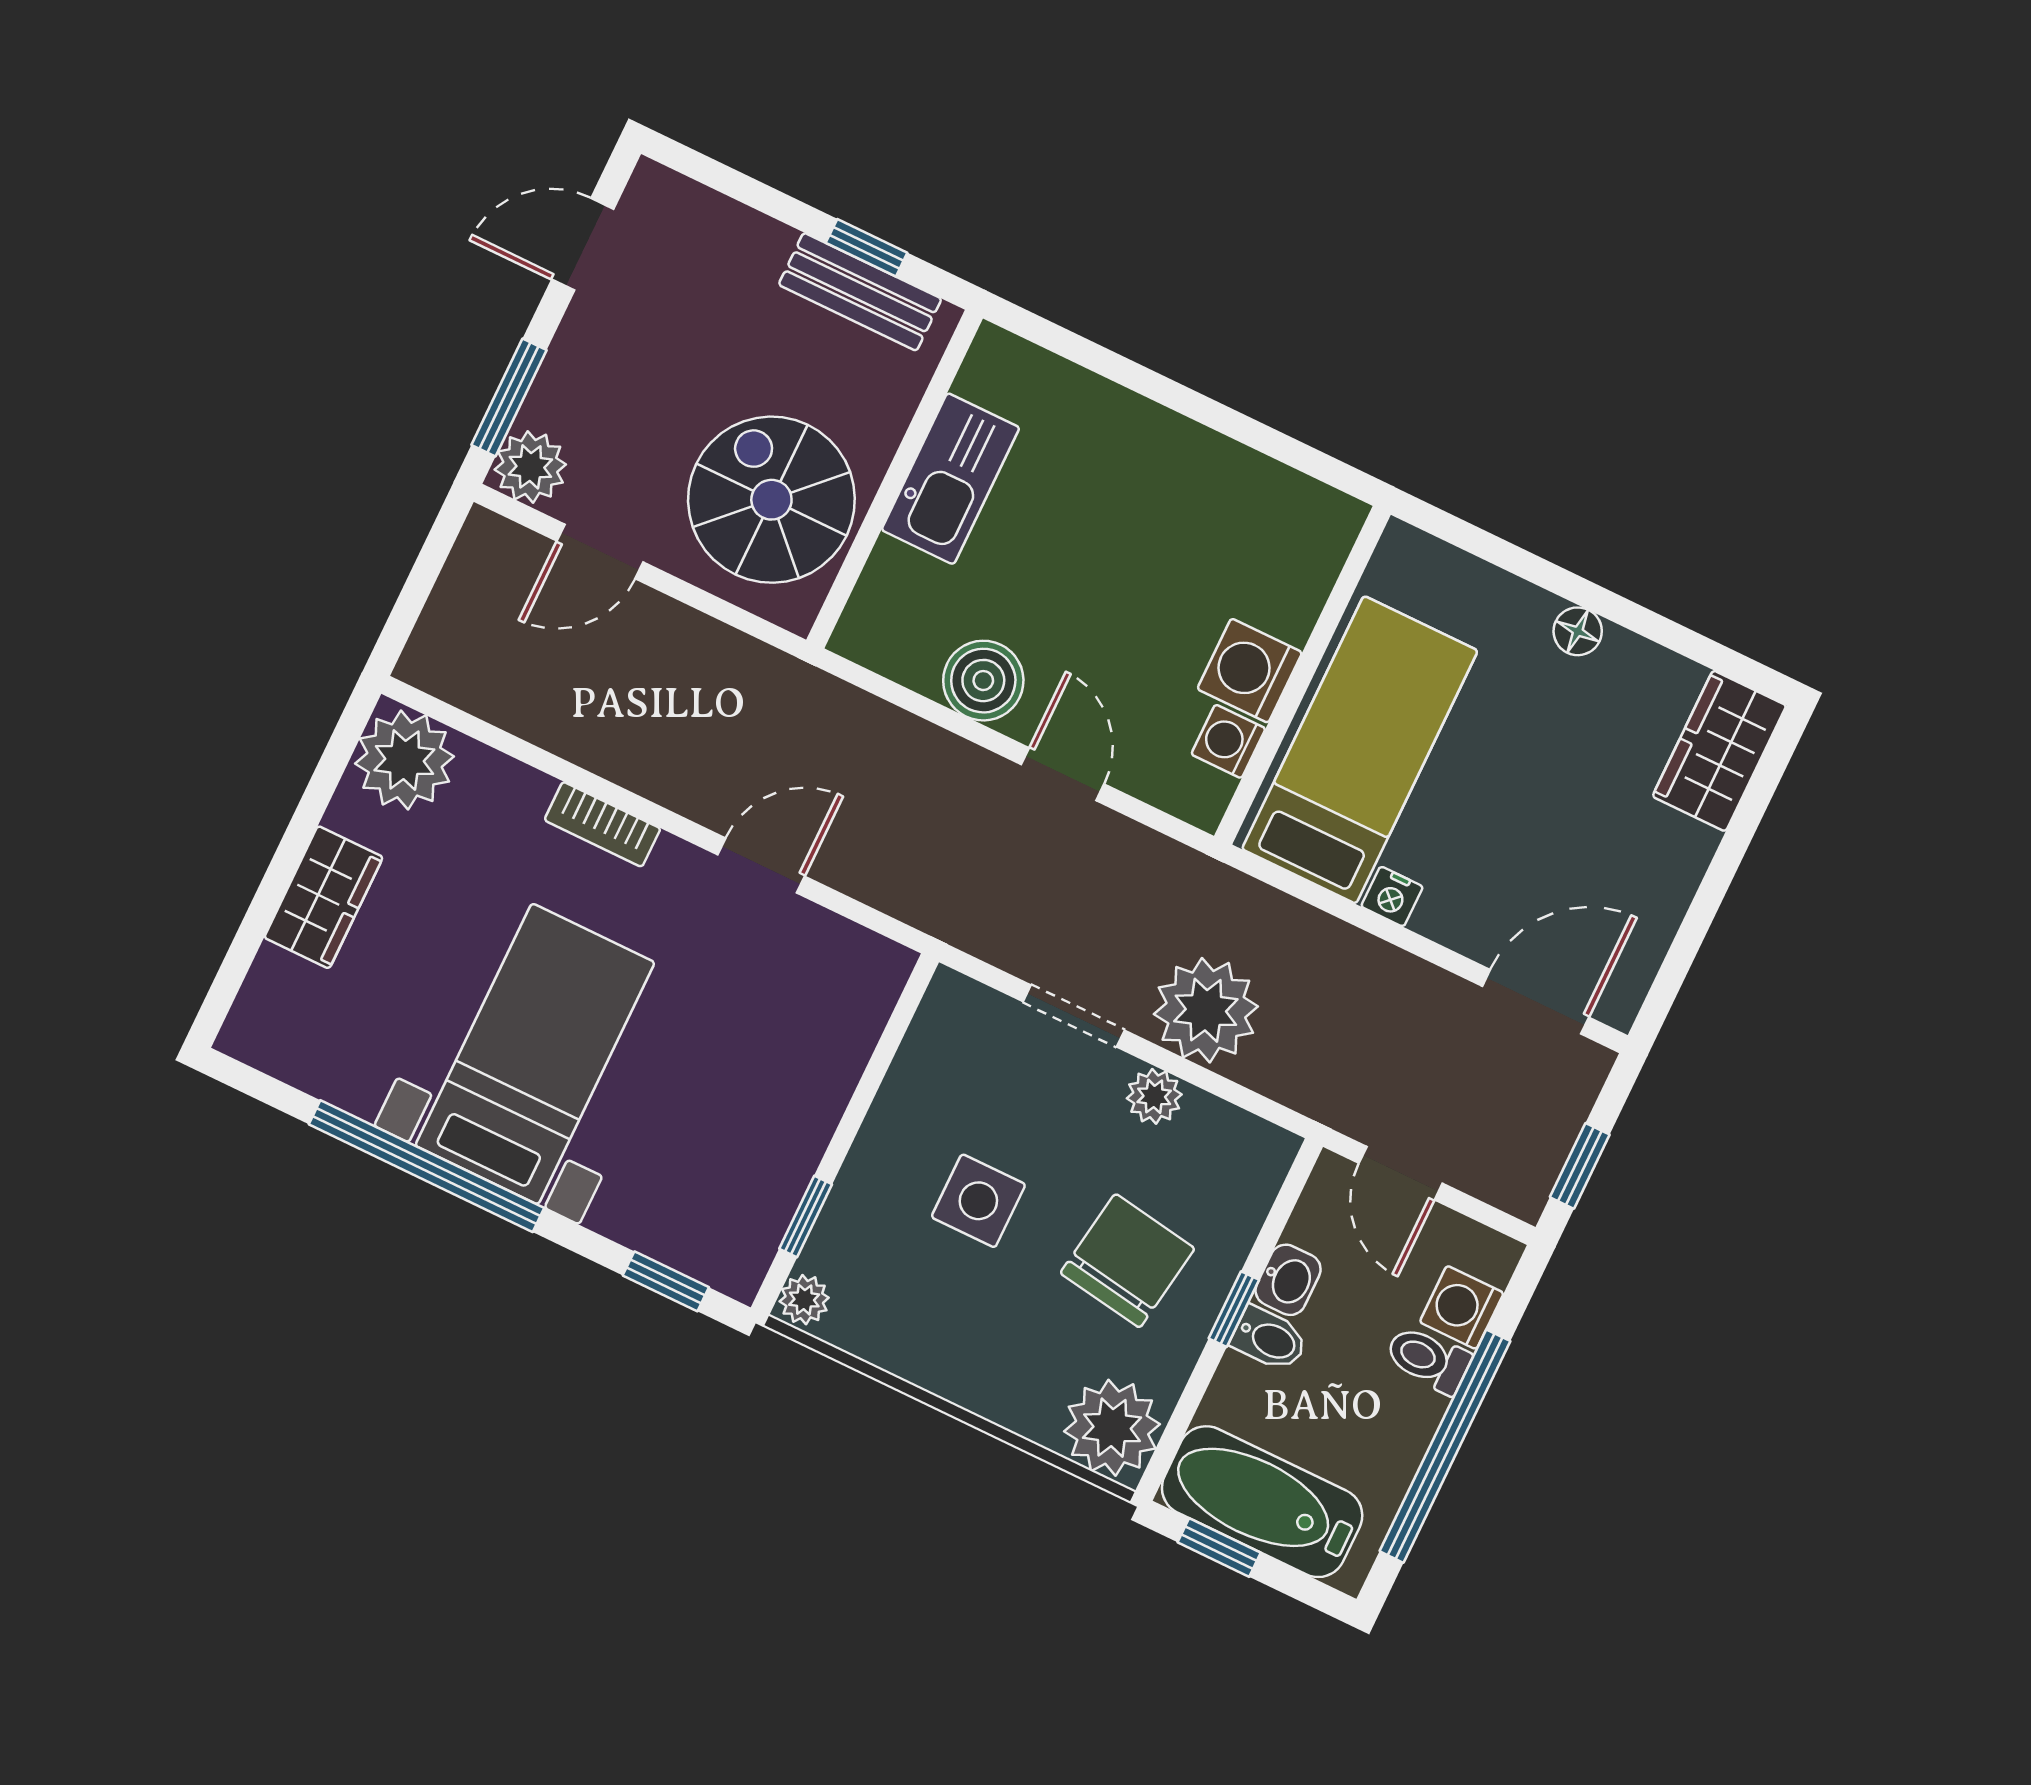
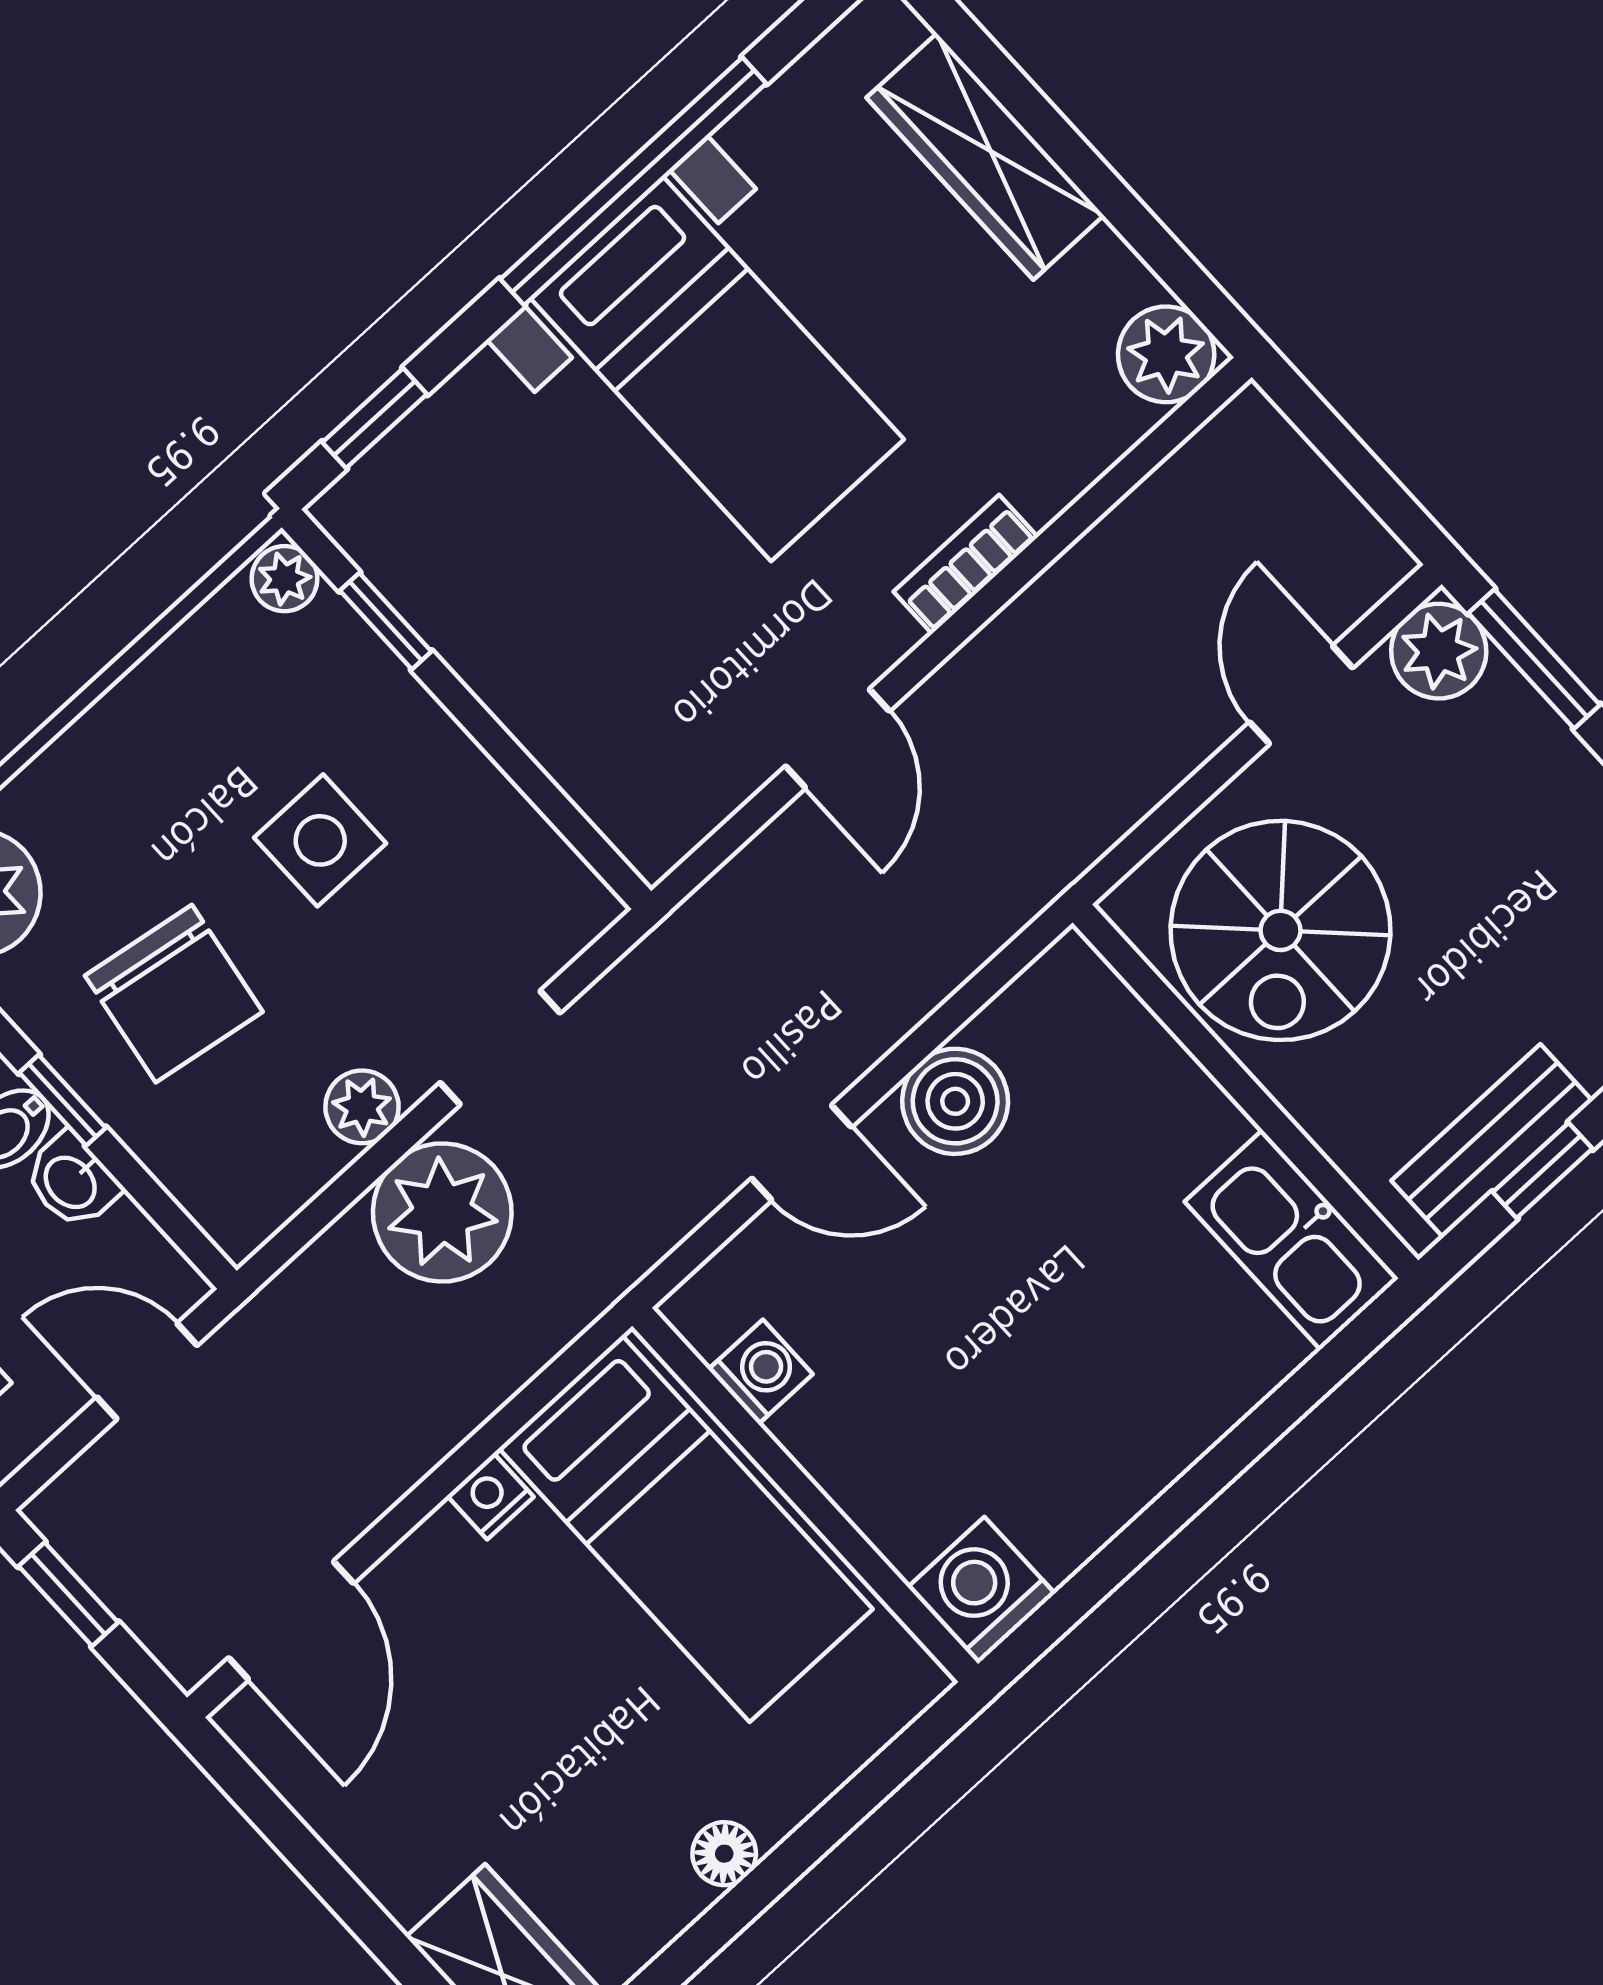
kitchen sink: (951, 479) -> (1292, 1240), moved
spiral stairs: (771, 500) -> (1280, 930), turned 90
washing machine: (1250, 671) -> (981, 1590), moved, turned -90
plant: (404, 760) -> (1166, 354), width x0.73, depth x0.73
wardrobe: (323, 897) -> (985, 156), width x1.50

